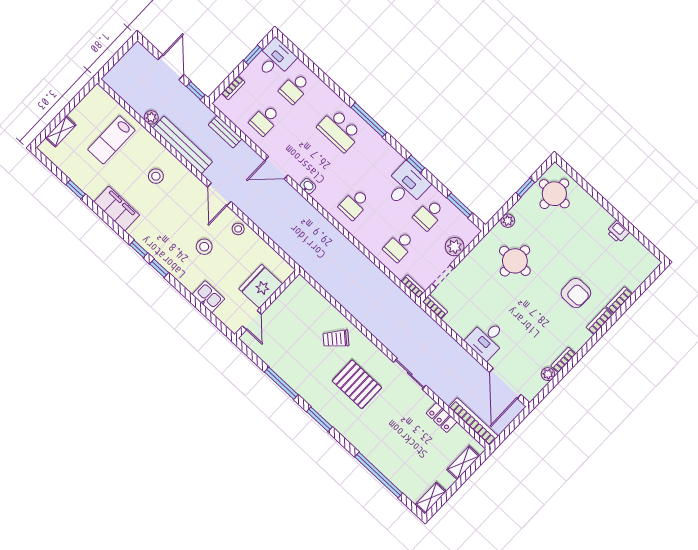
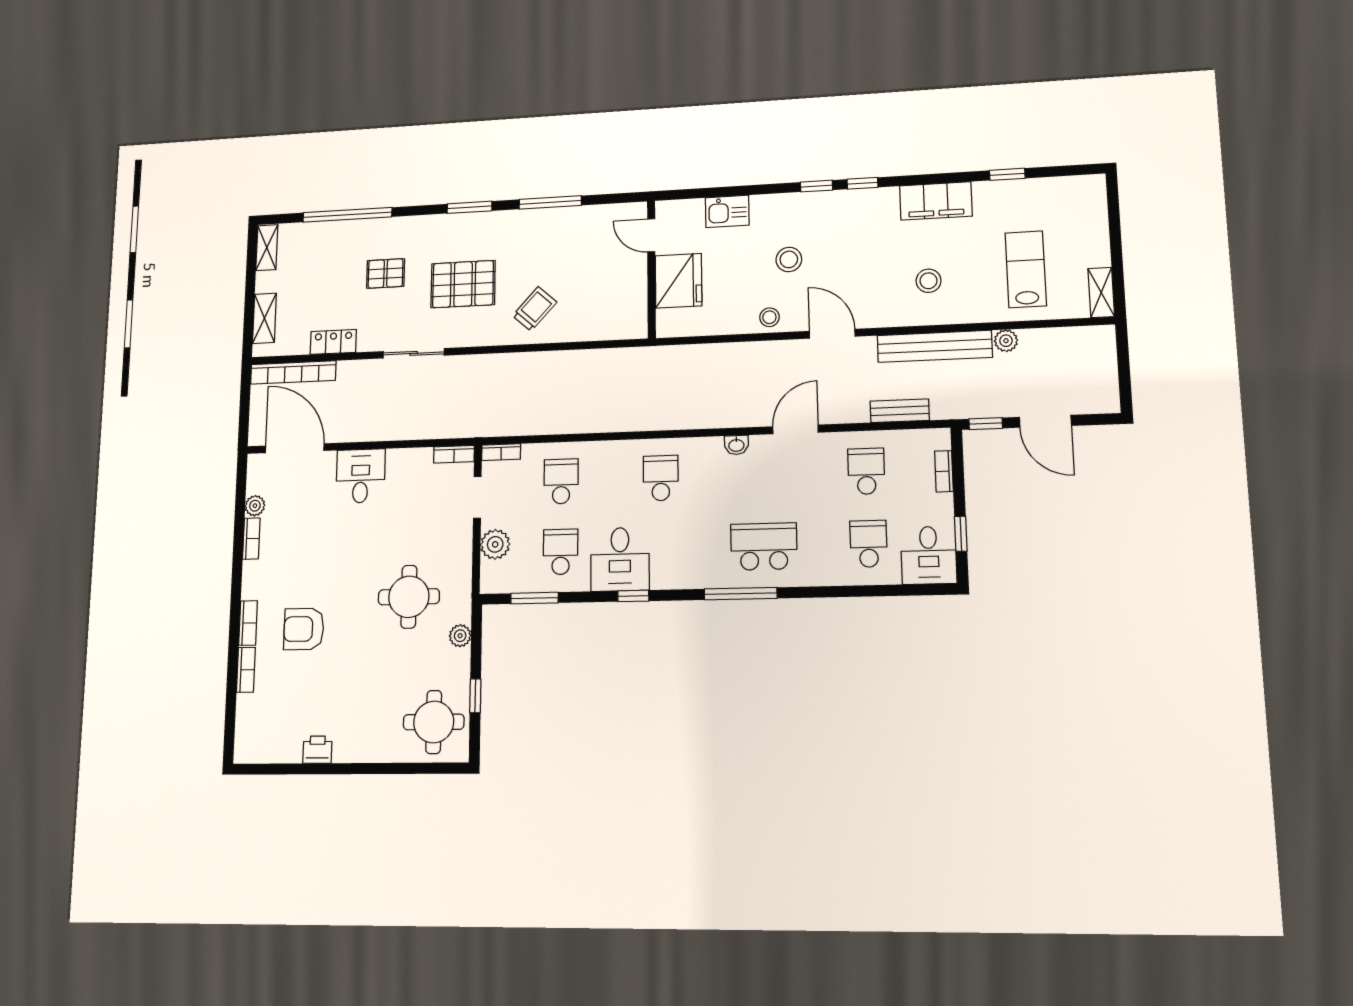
shelving: (61, 131) -> (1101, 292), moved
pallet: (387, 427) -> (386, 273), added

